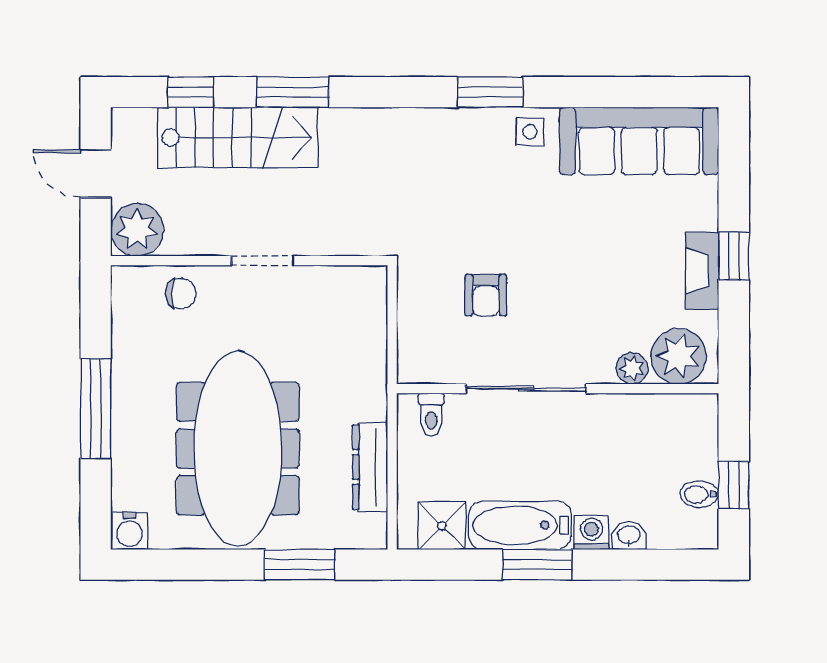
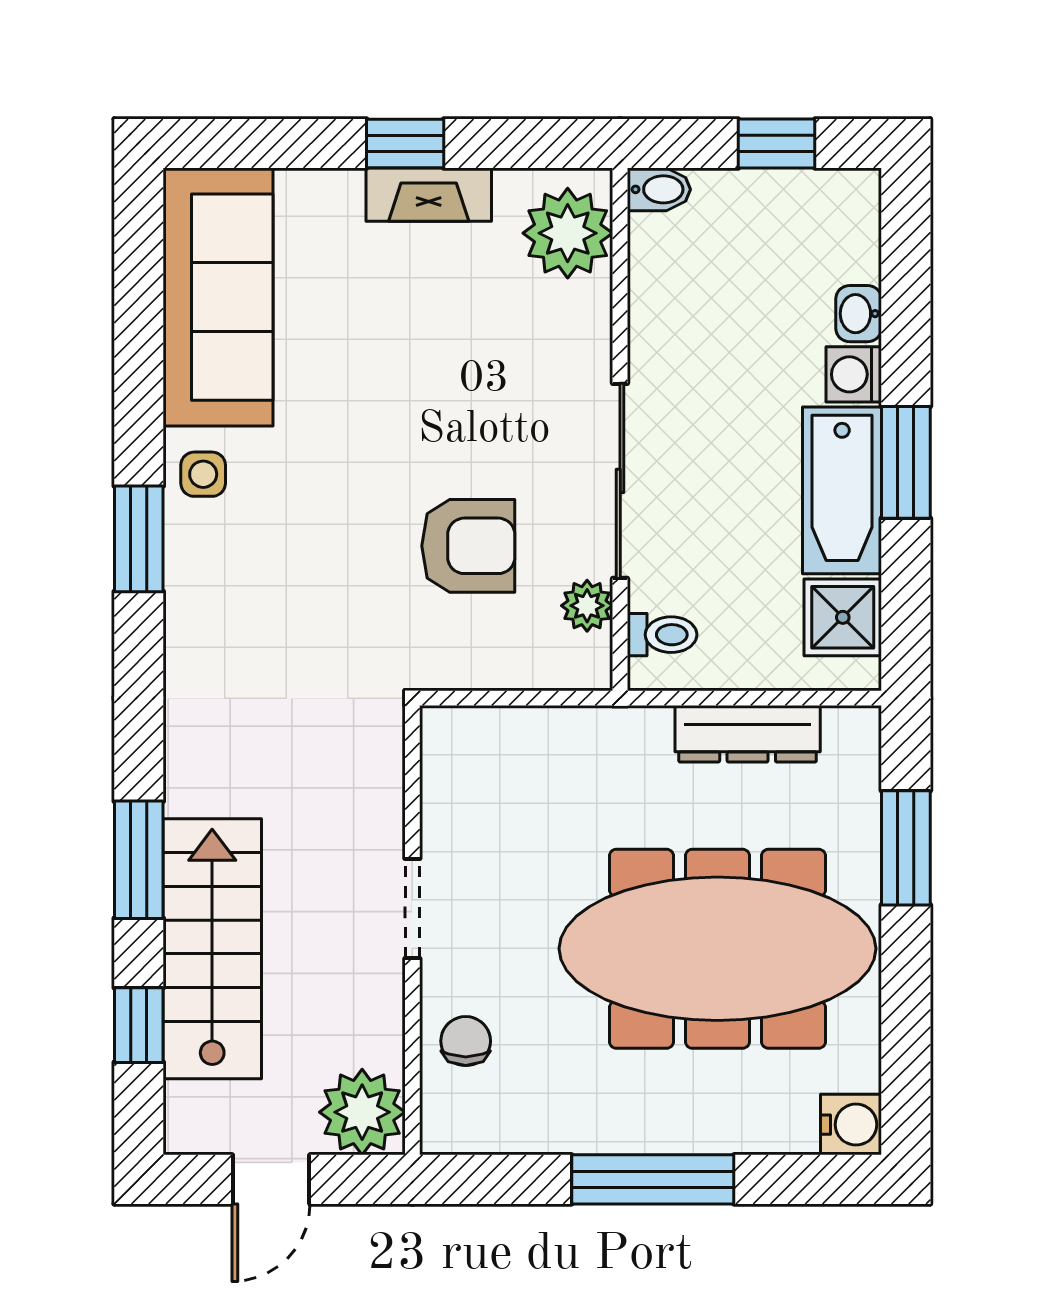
armchair: (486, 295) -> (468, 546), width x1.38, depth x1.38
plant: (632, 368) -> (587, 606), moved
bidet: (699, 494) -> (659, 189), moved, turned -90

